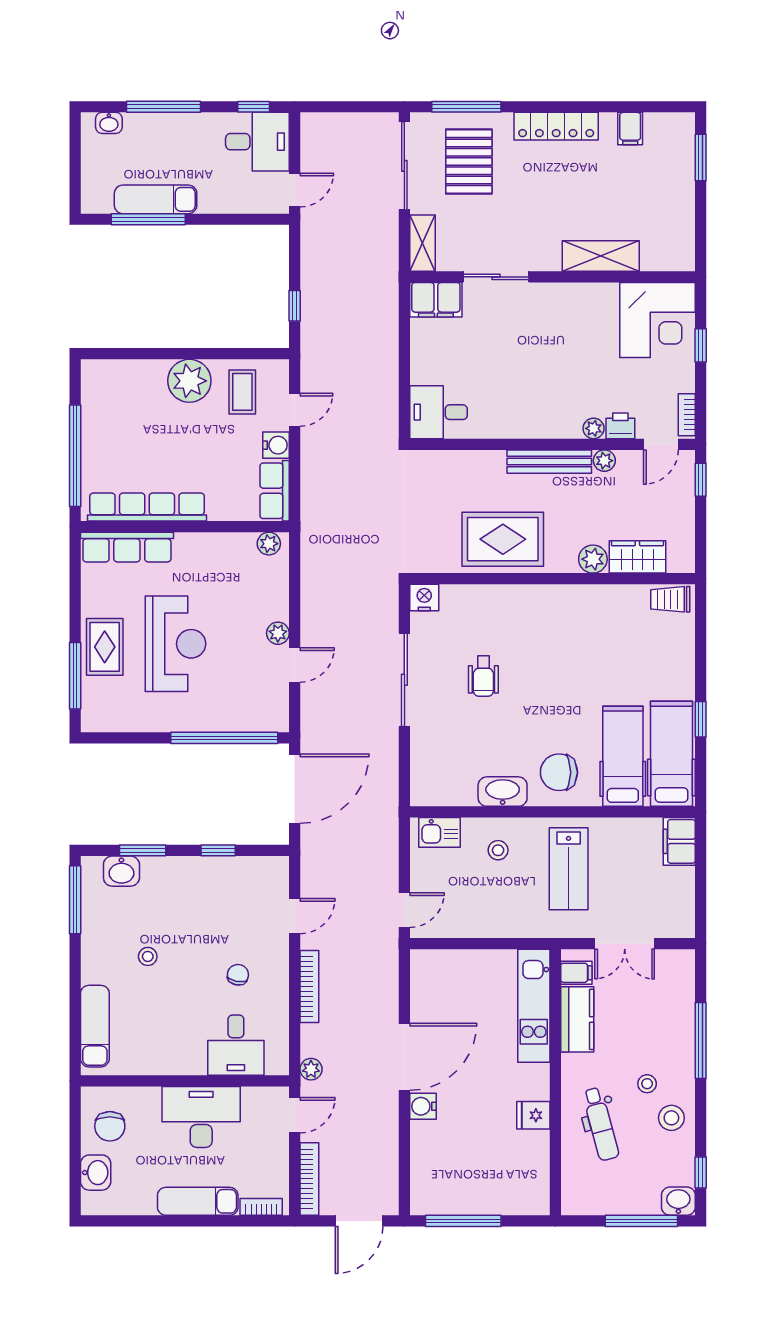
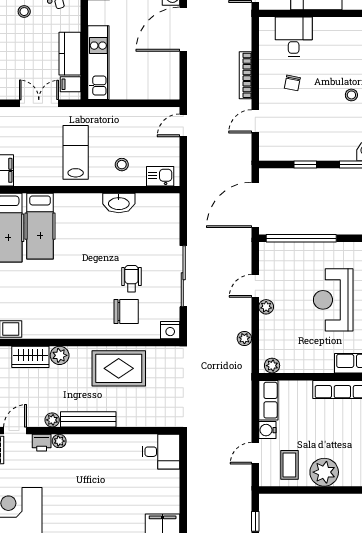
chair: (559, 772) -> (126, 312), moved
plant: (311, 1069) -> (244, 338), moved

